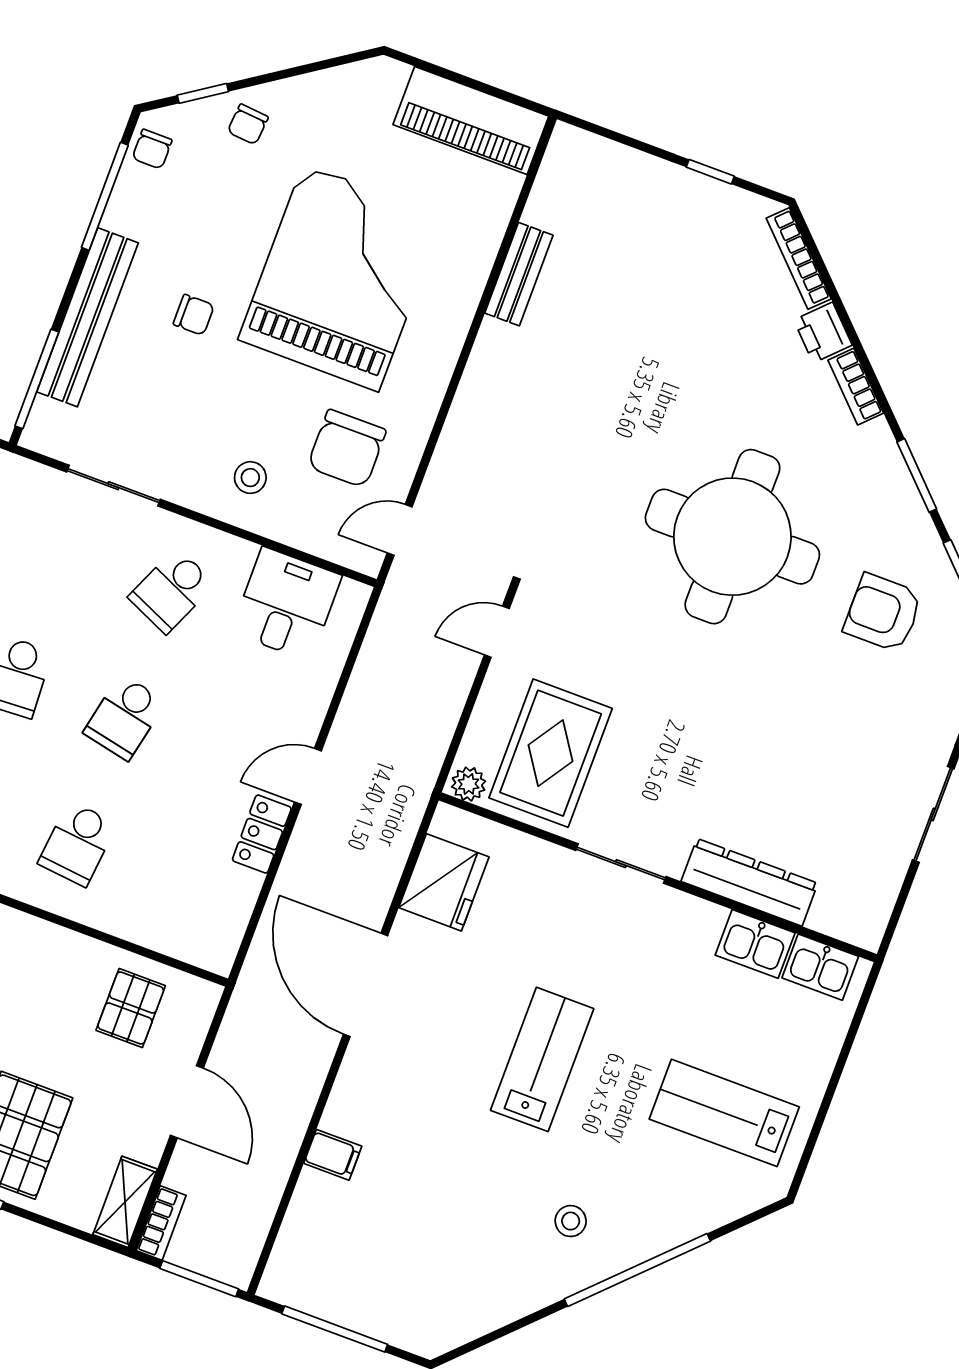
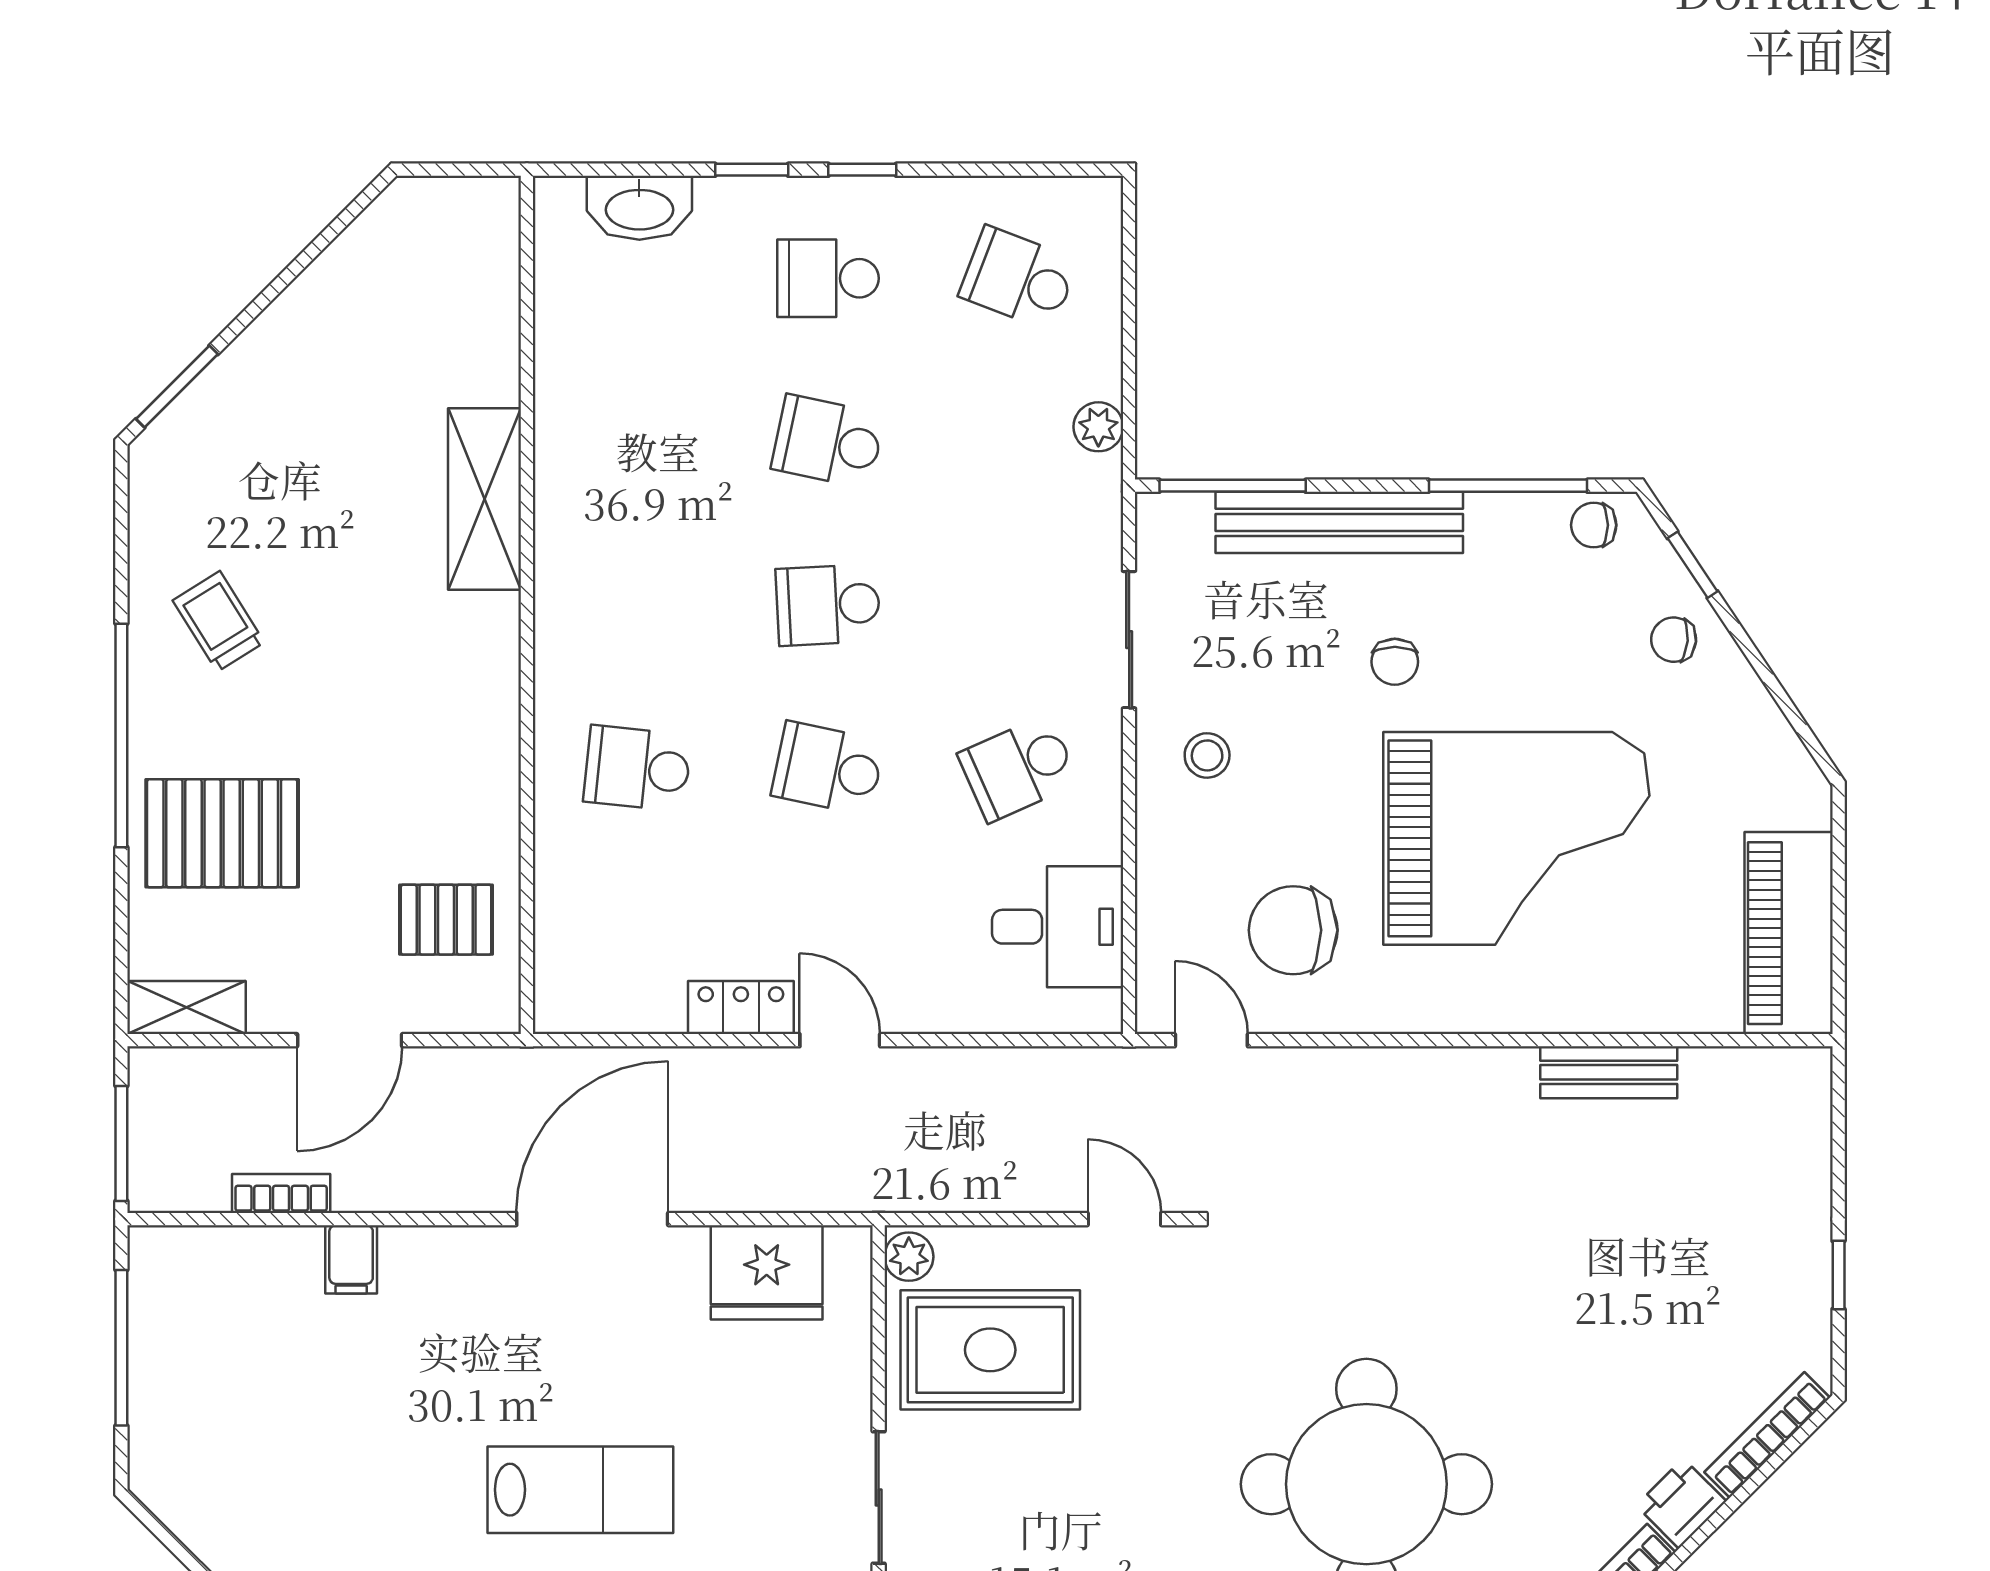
stool: (250, 478) -> (1207, 755), moved
school desk: (172, 591) -> (1018, 768), turned -48
bookcase: (161, 1223) -> (281, 1193), moved, turned 180

